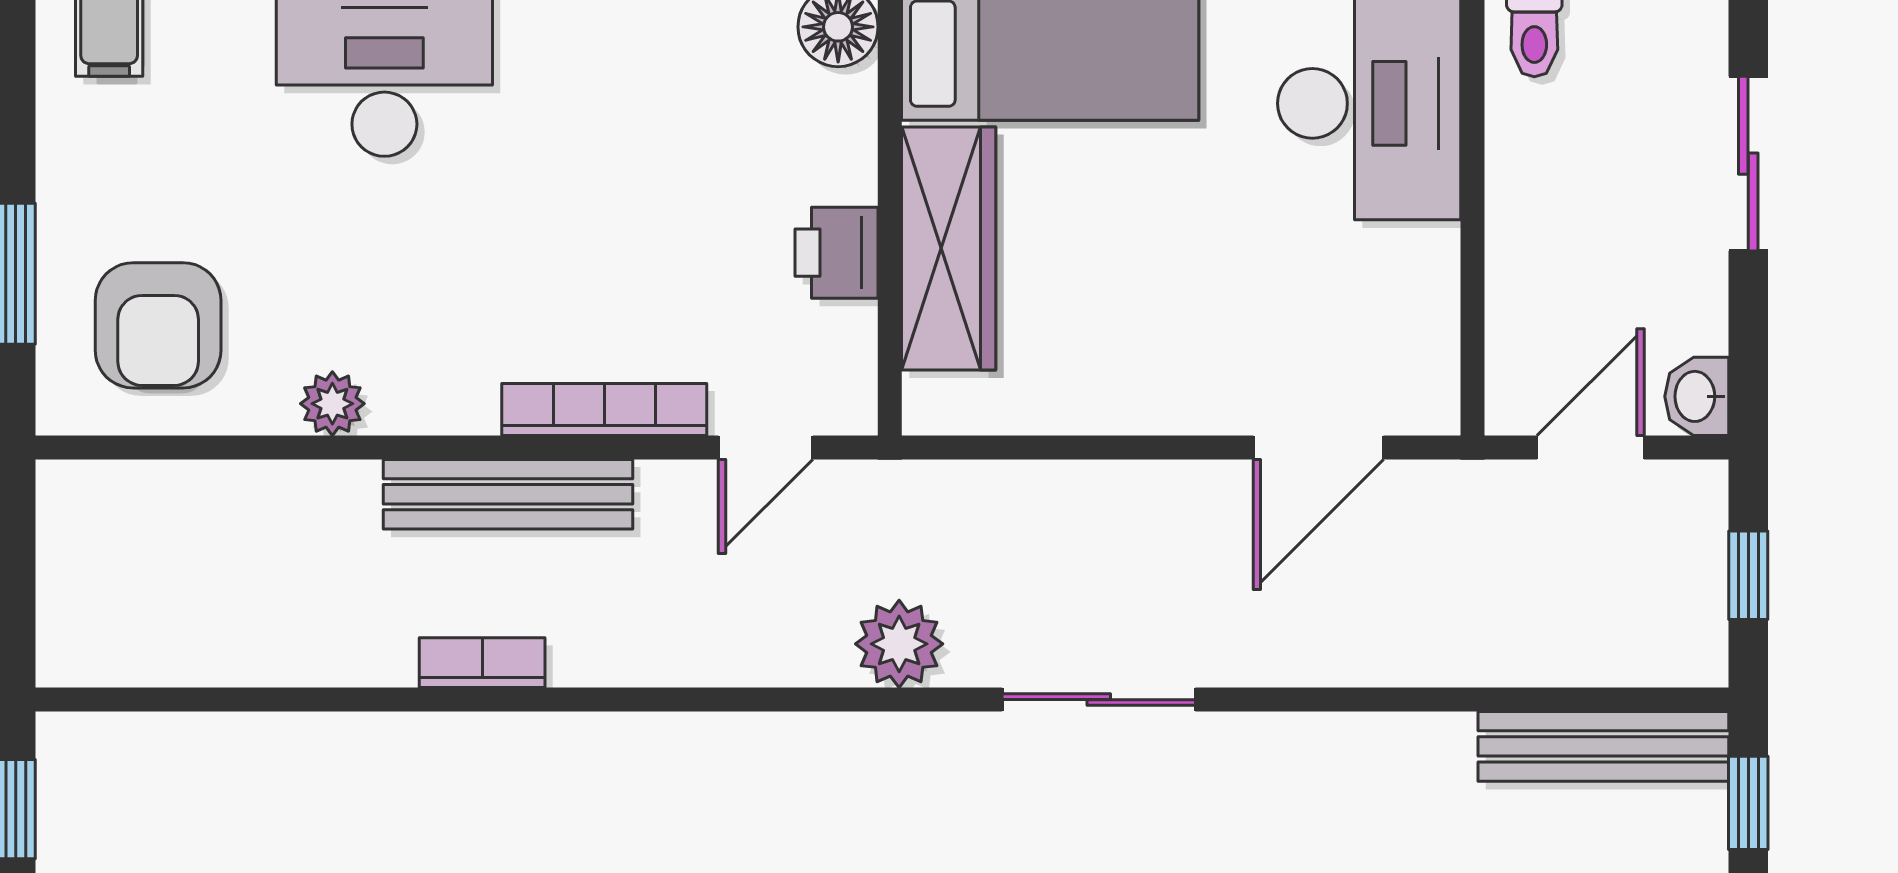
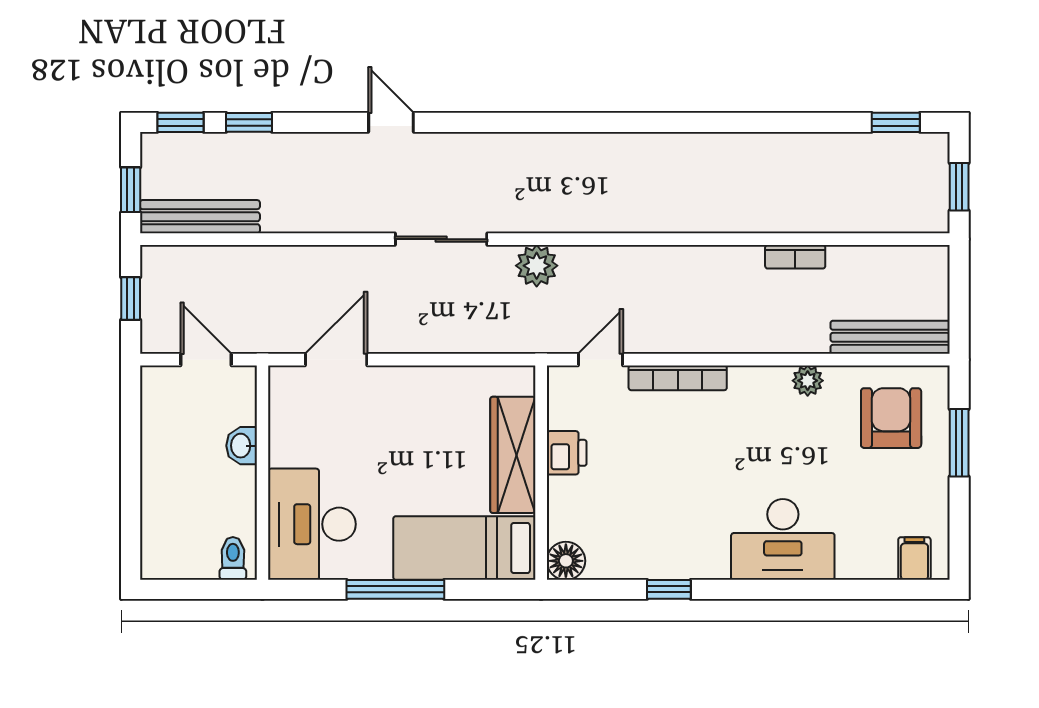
sliding door: (1748, 164) -> (131, 495), removed
washbasin: (1697, 396) -> (242, 446), moved, turned 180
door: (1590, 448) -> (206, 360), swing flipped
bench: (508, 494) -> (890, 337), moved
bookcase: (482, 663) -> (795, 257), moved

